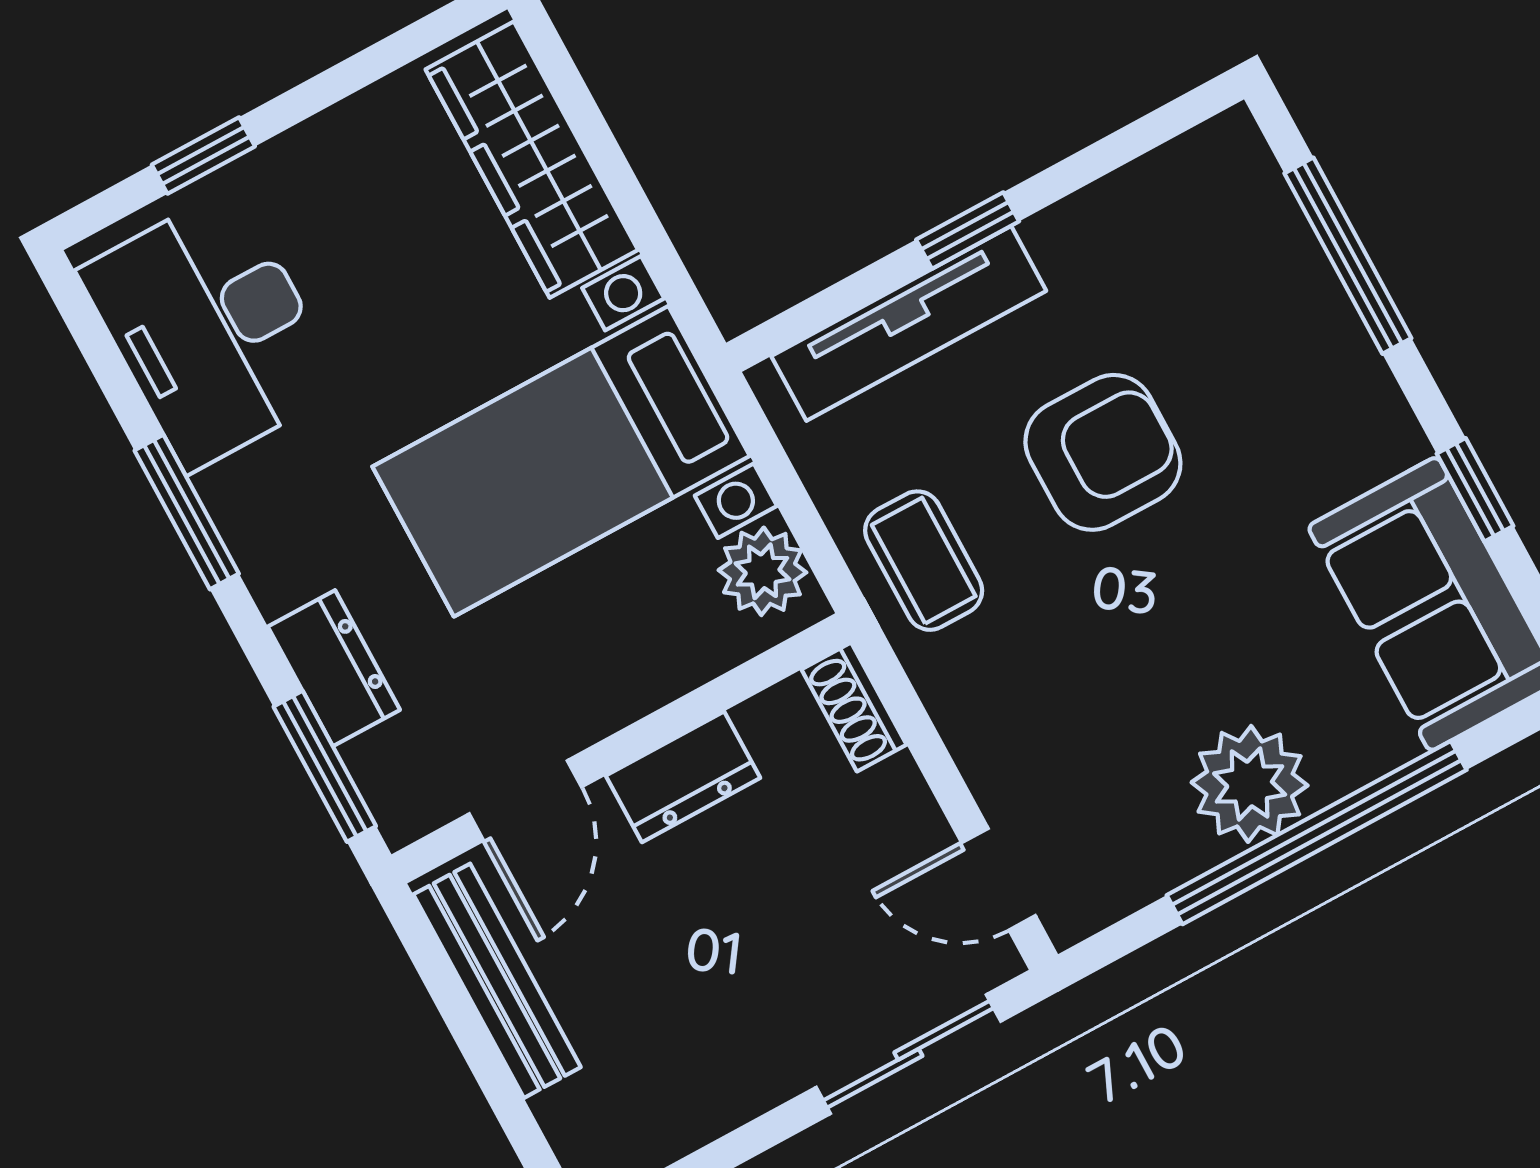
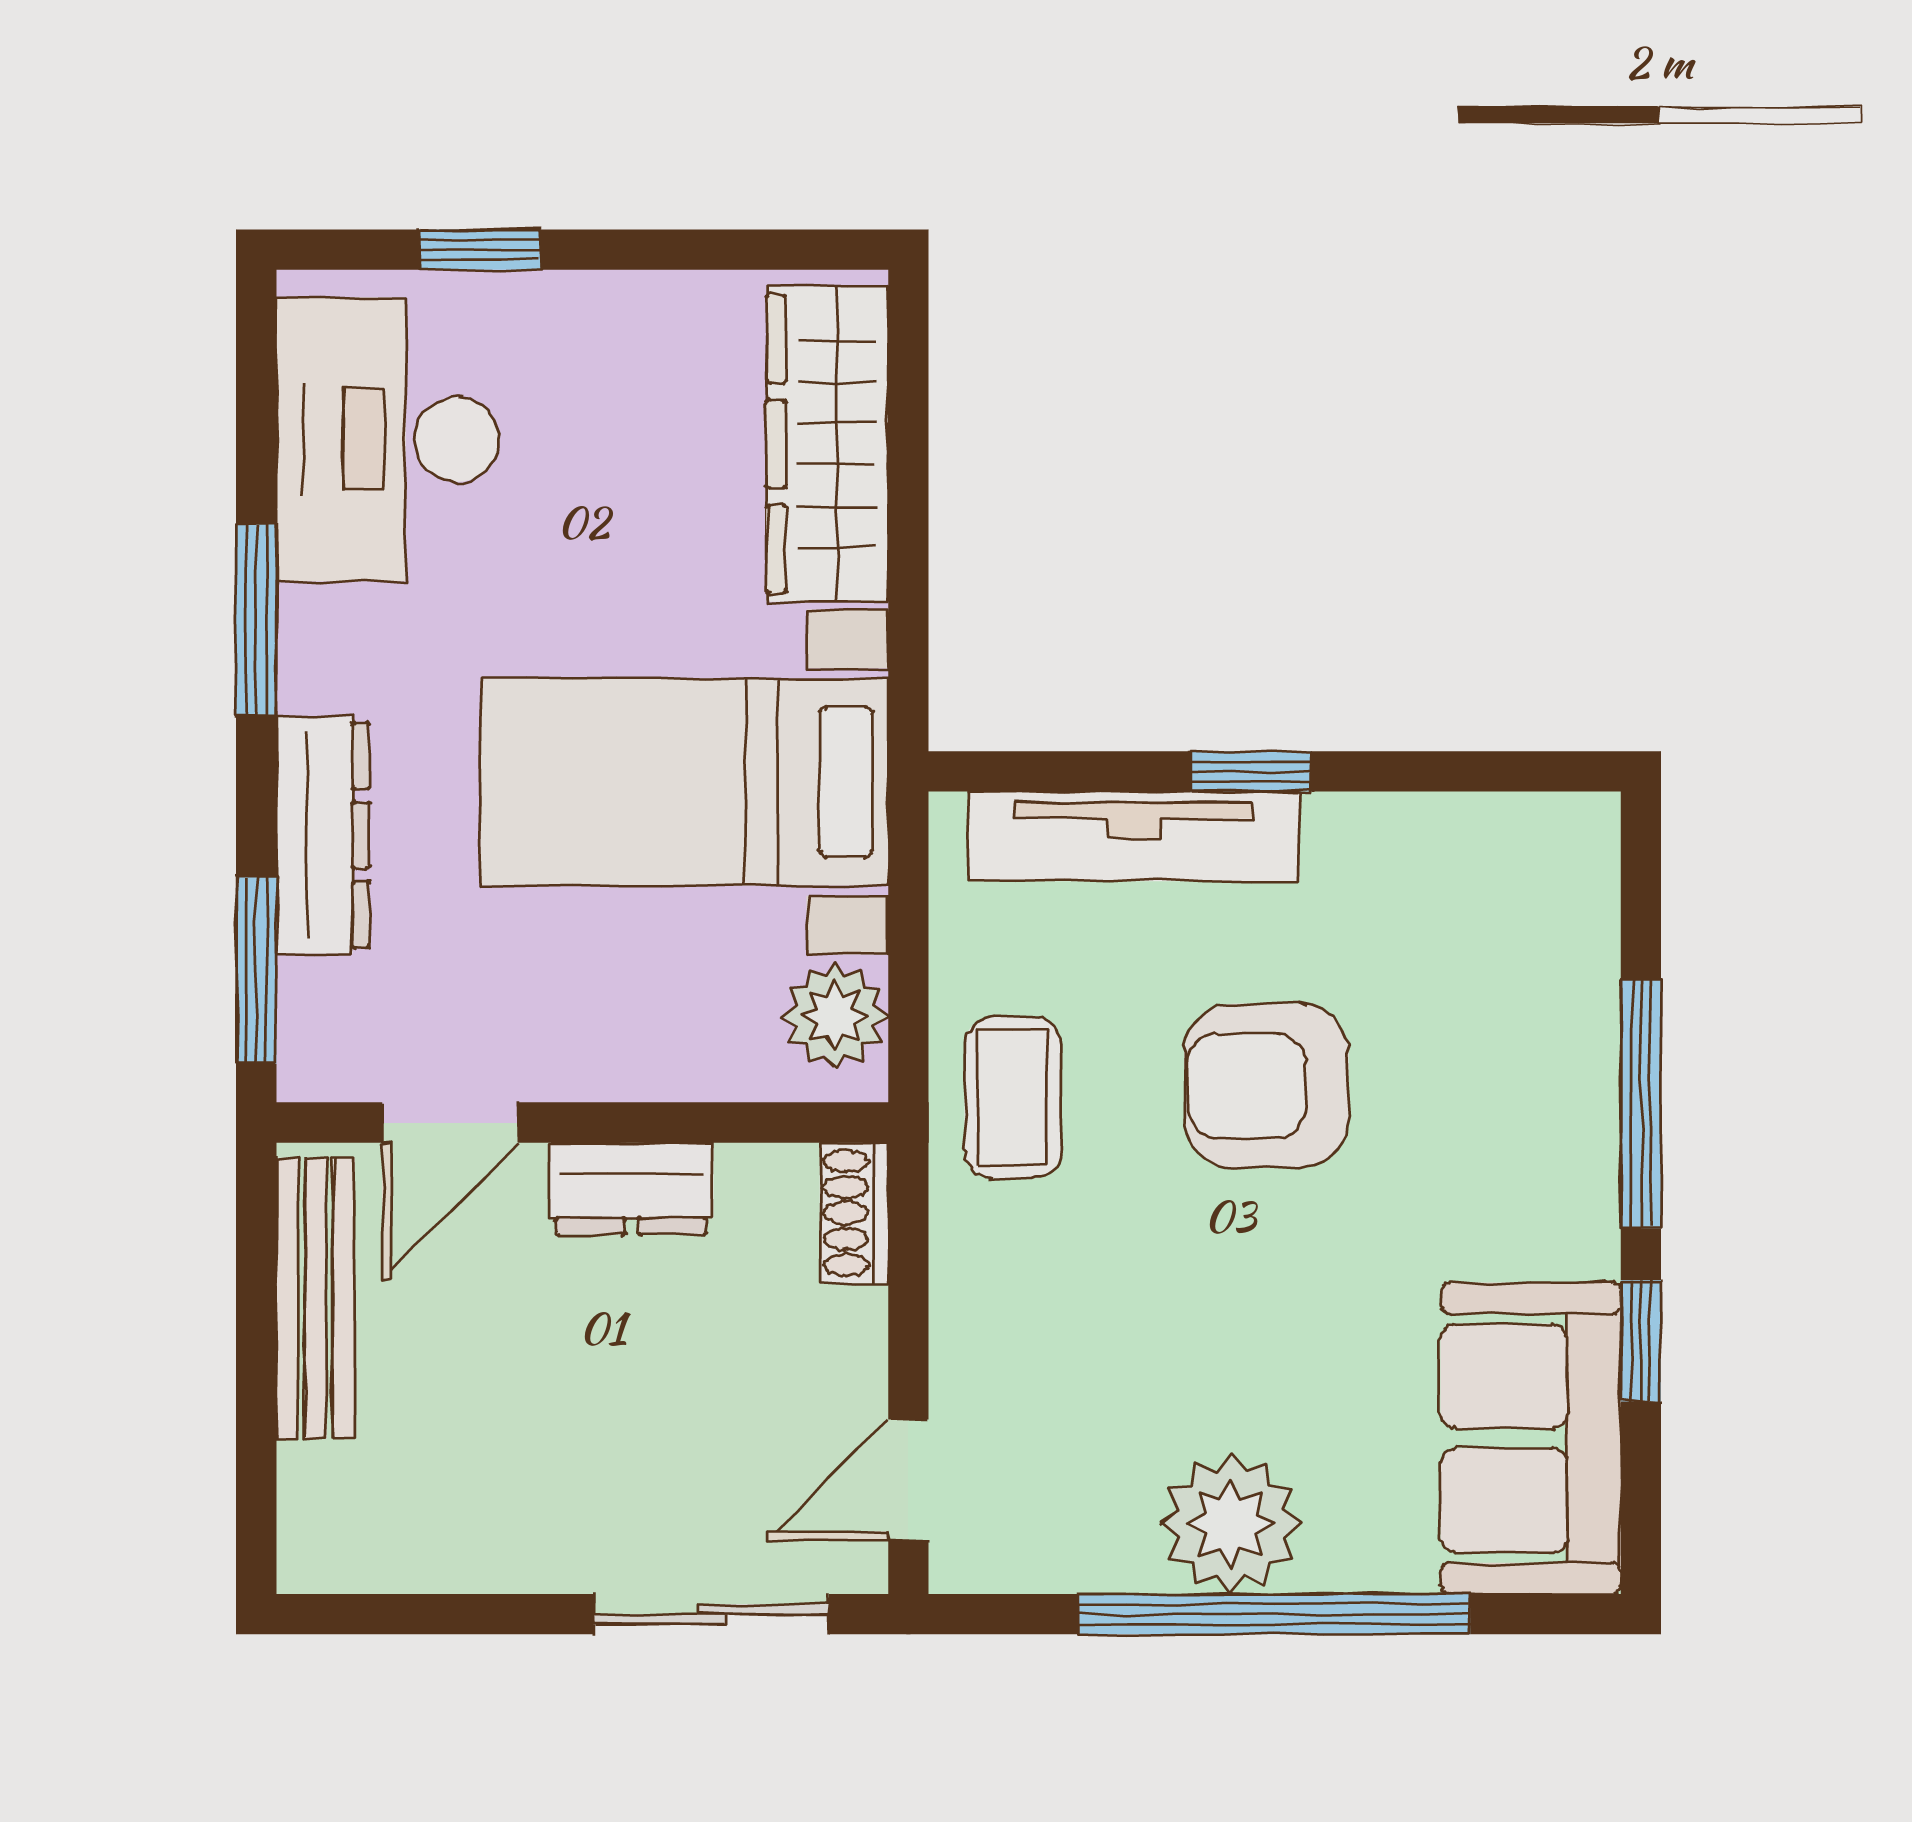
window: (1348, 256) -> (1641, 1104), moved
armchair: (1103, 452) -> (1266, 1086), turned 180
dresser: (334, 668) -> (323, 835), width x1.44
door: (999, 879) -> (908, 1480), hinge flipped

